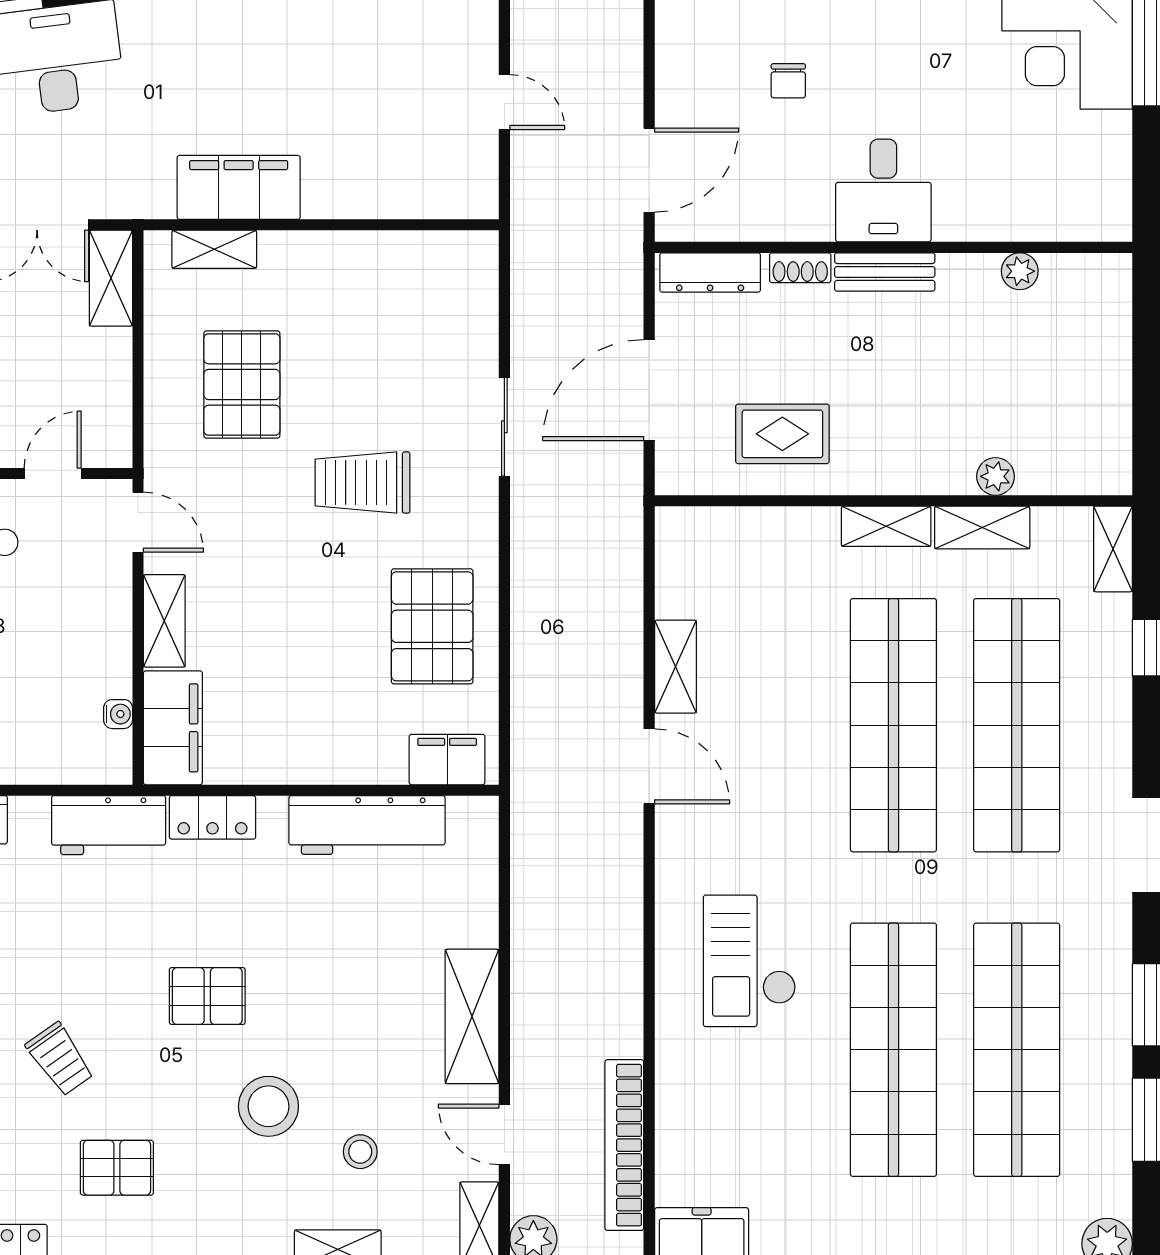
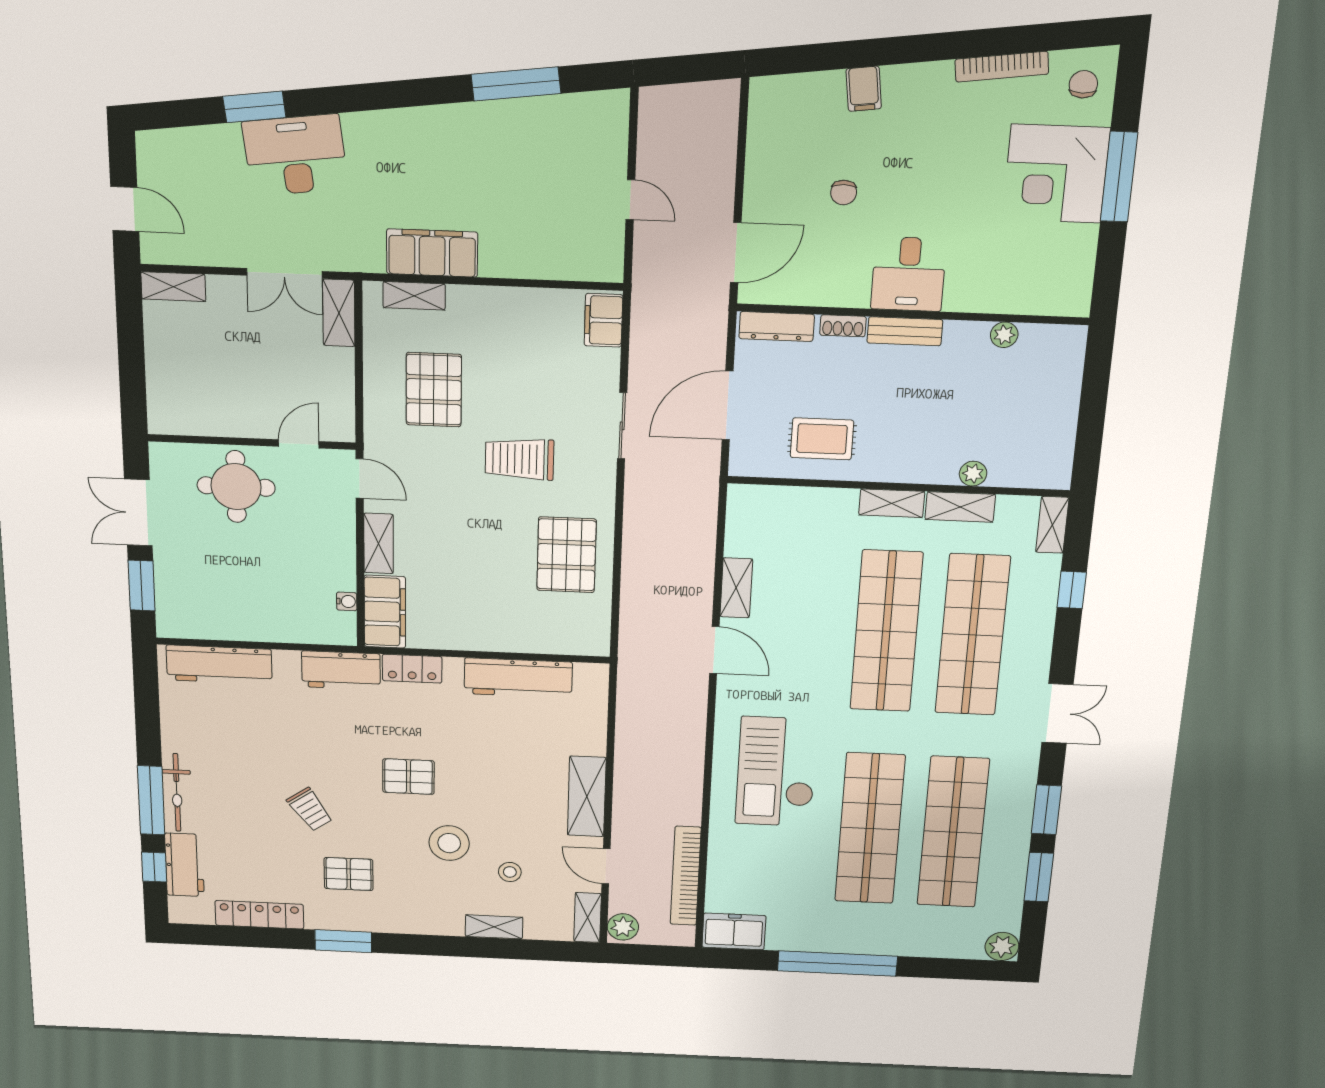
filing cabinet: (447, 760) -> (603, 320), moved, turned -90
checkout: (750, 961) -> (776, 772), width x1.36, depth x1.21

